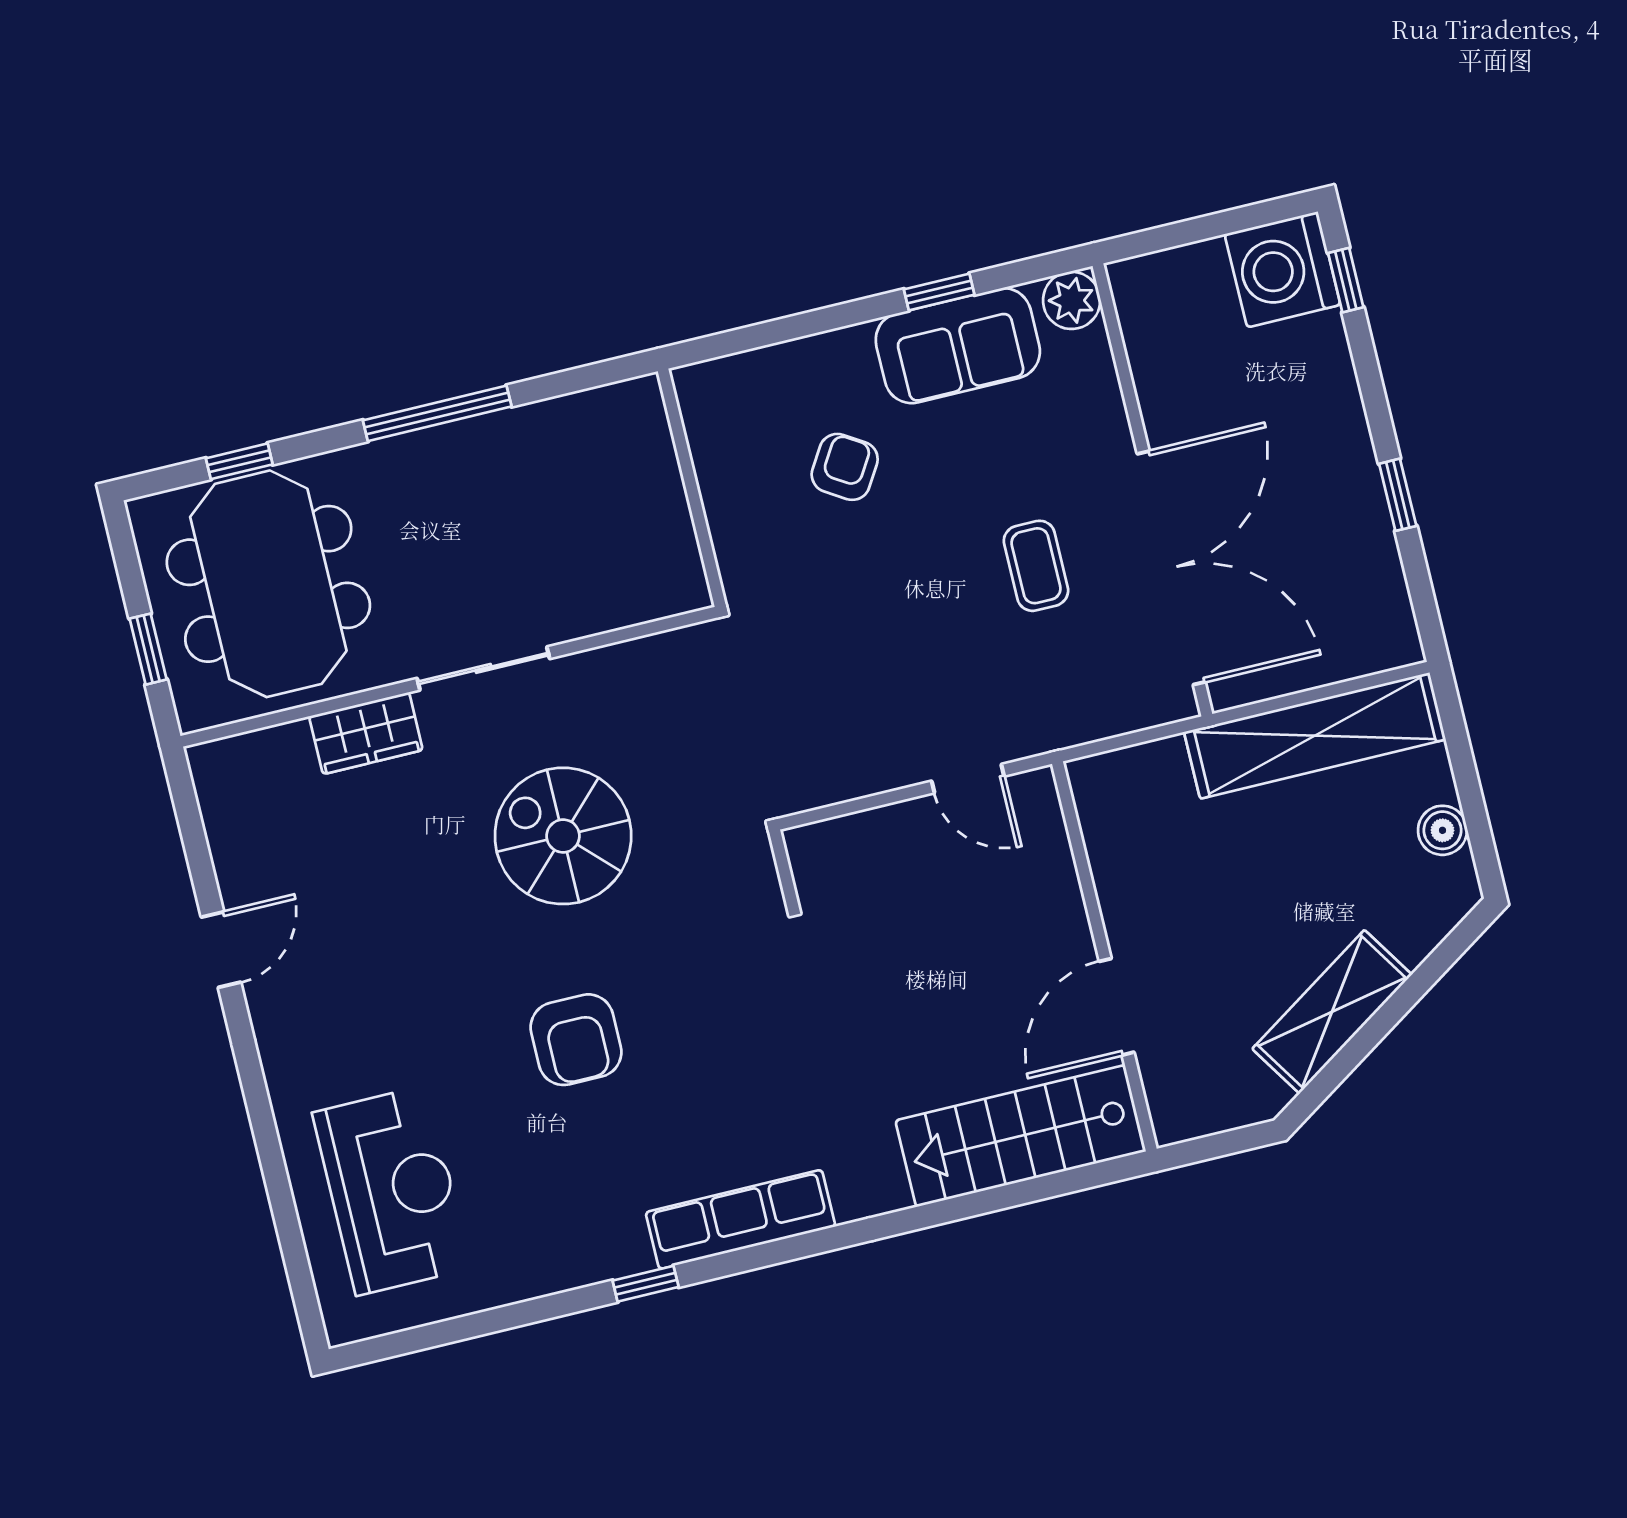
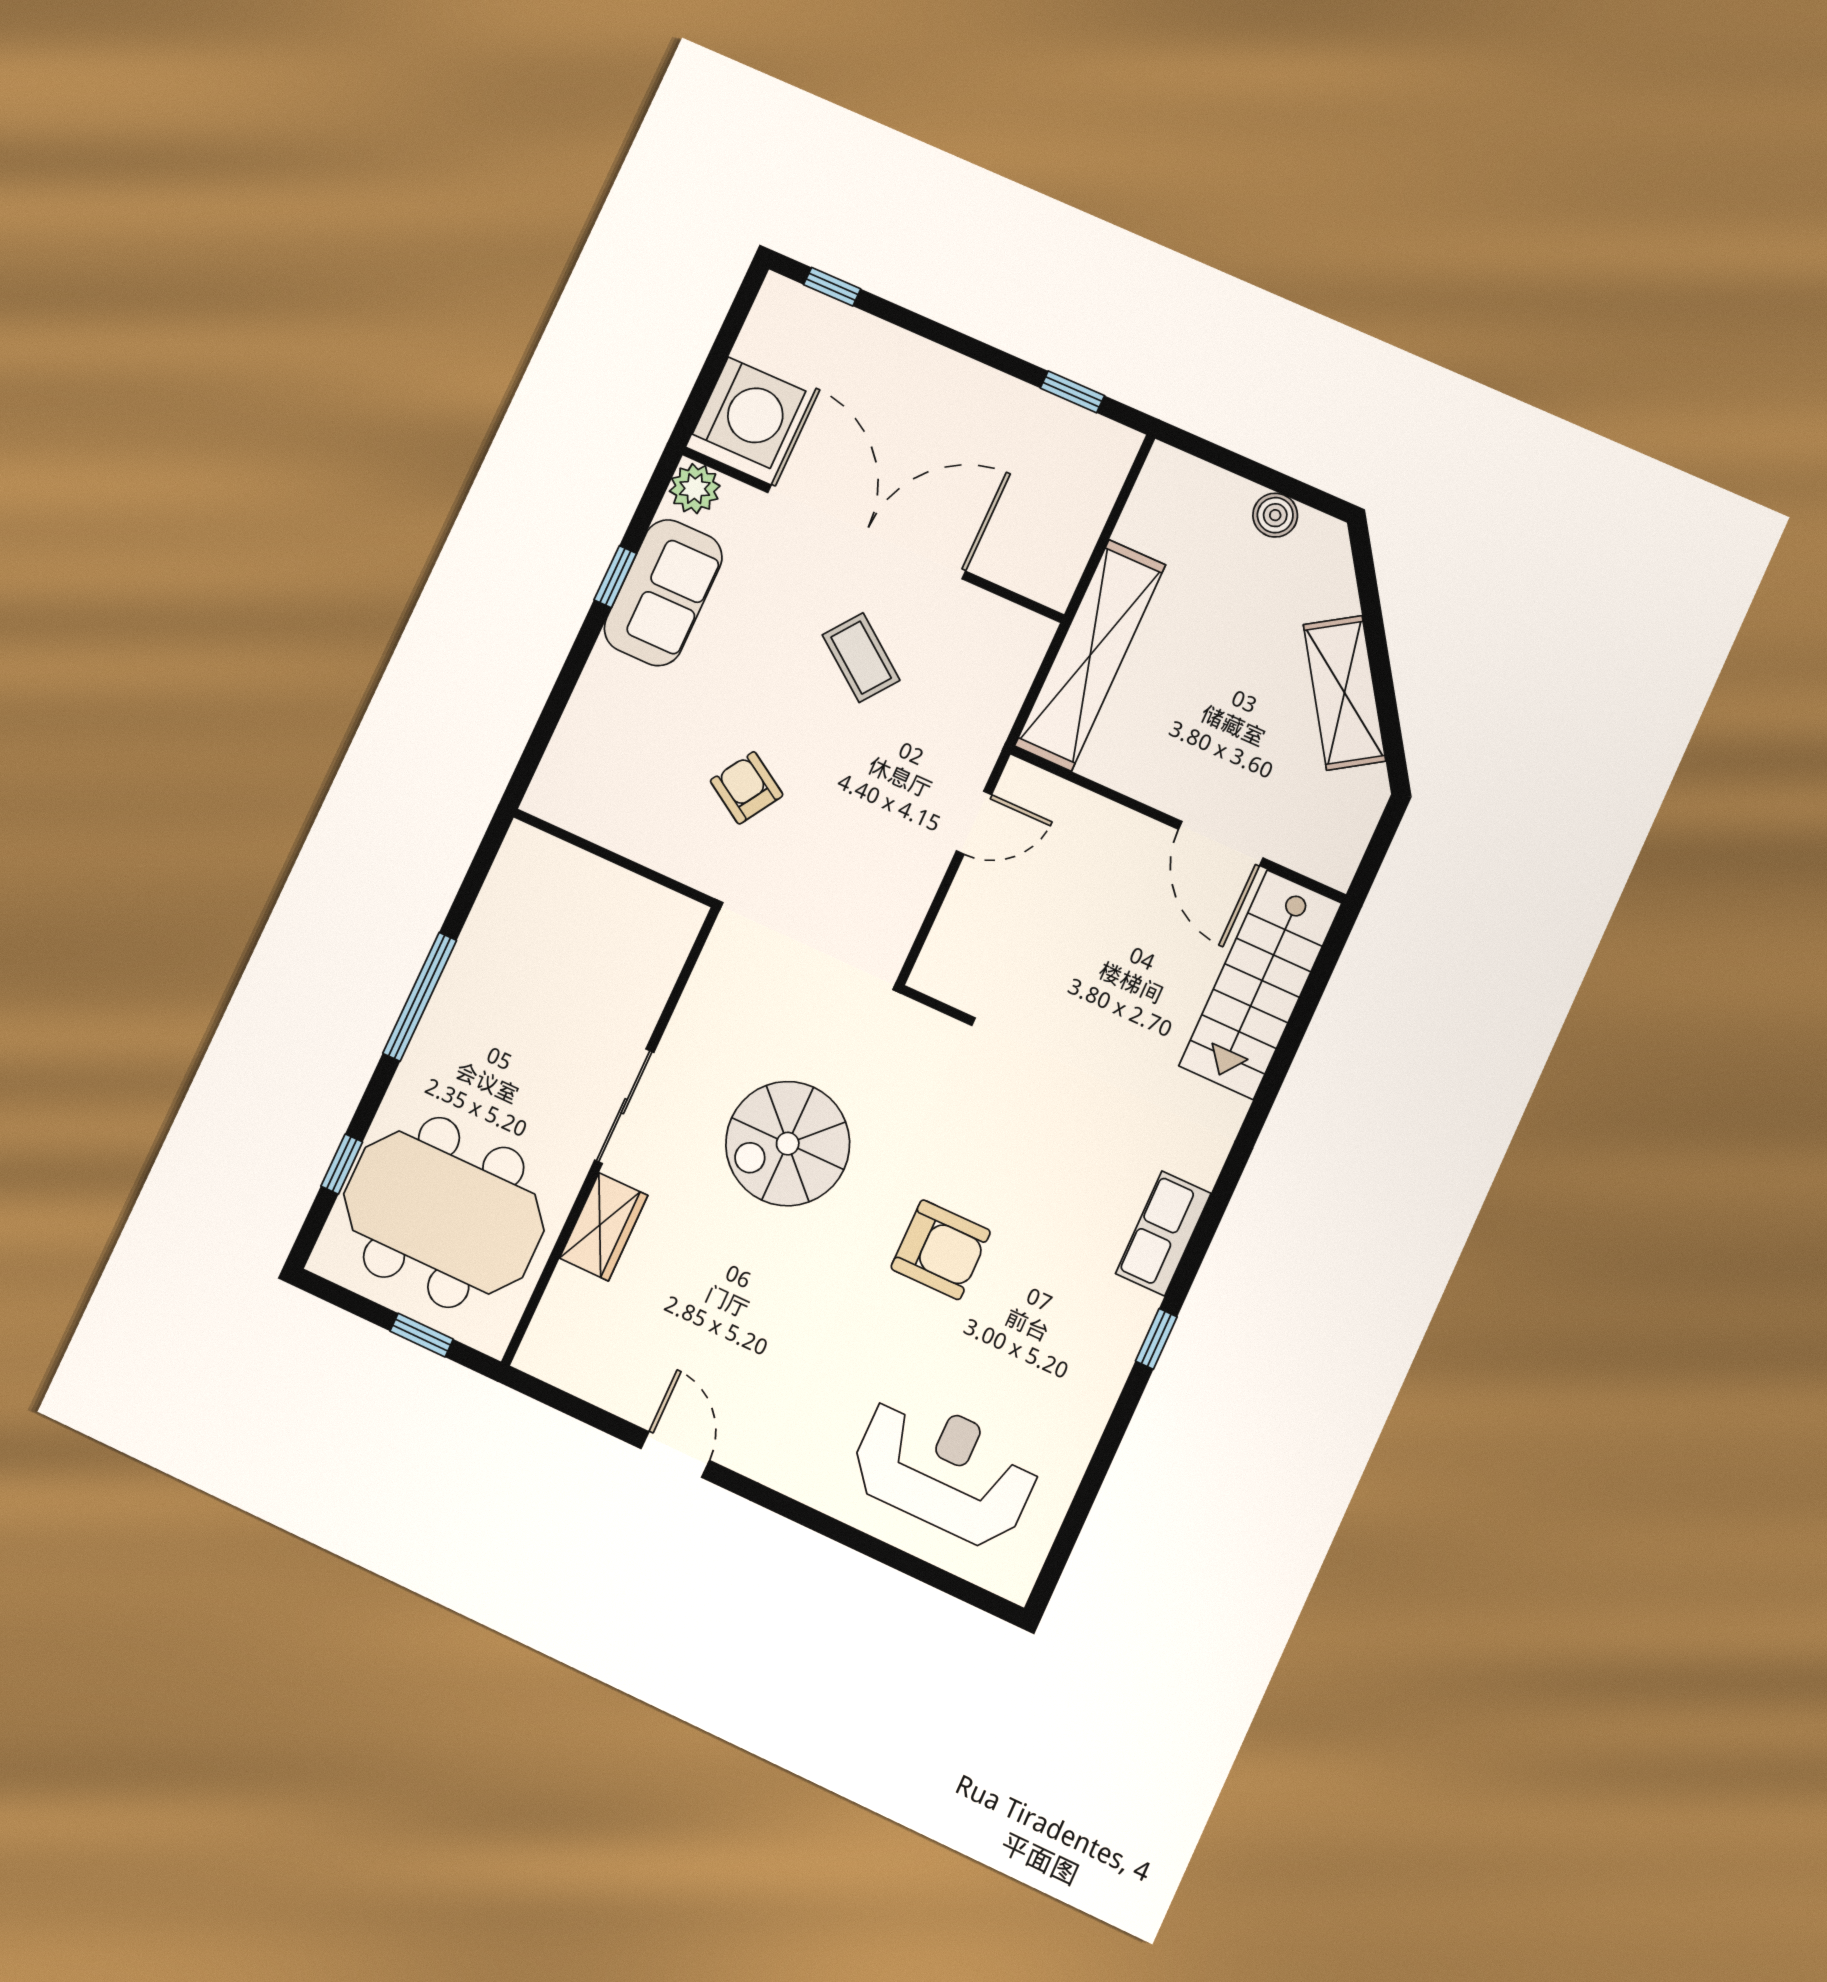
washing machine: (1283, 269) -> (749, 413), moved, turned -90
armchair: (845, 467) -> (747, 788), moved
window: (1398, 495) -> (1072, 392), moved
coffee table: (1036, 566) -> (861, 658), turned 37
double door: (1171, 568) -> (866, 532), moved
shelving: (1315, 736) -> (1090, 655), moved
row of seats: (740, 1219) -> (1163, 1233), width x0.68

